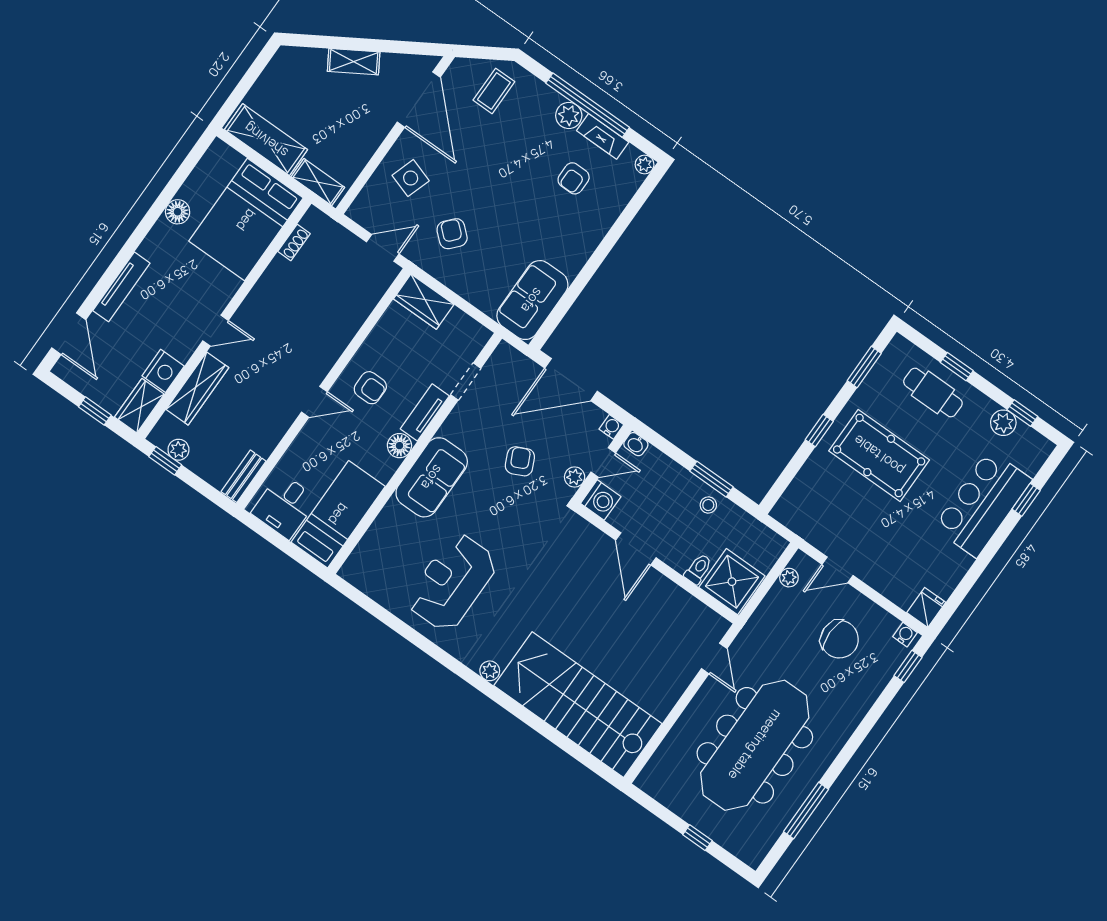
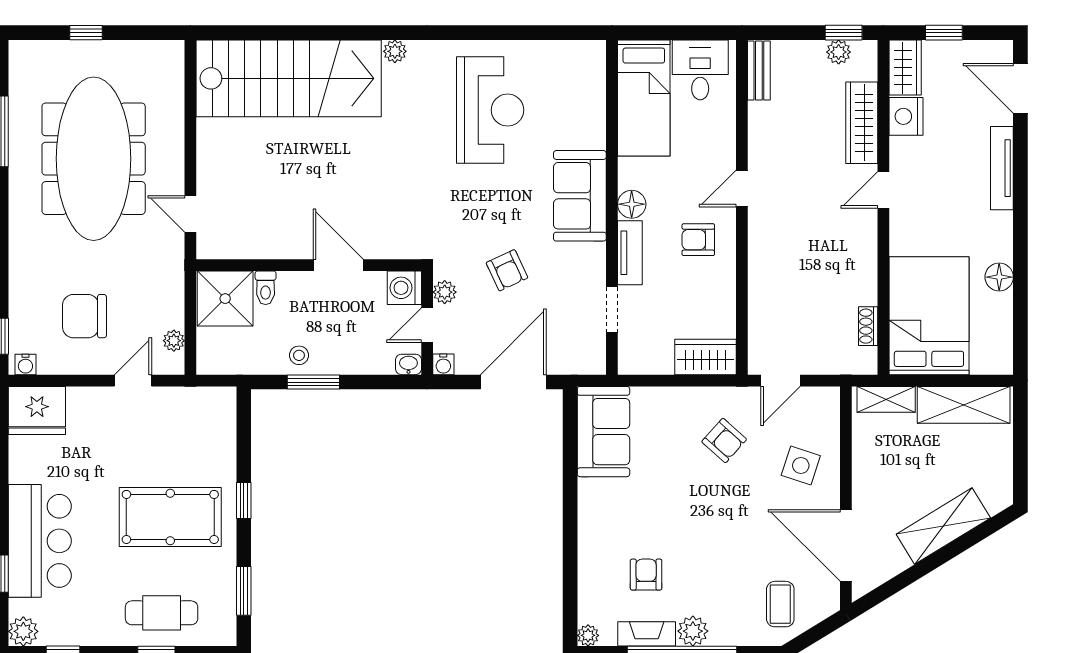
shelving: (354, 62) -> (943, 526), width x1.50, depth x1.33
plant: (1003, 423) -> (23, 631), moved
fridge: (926, 608) -> (37, 410), width x1.88, depth x1.34

